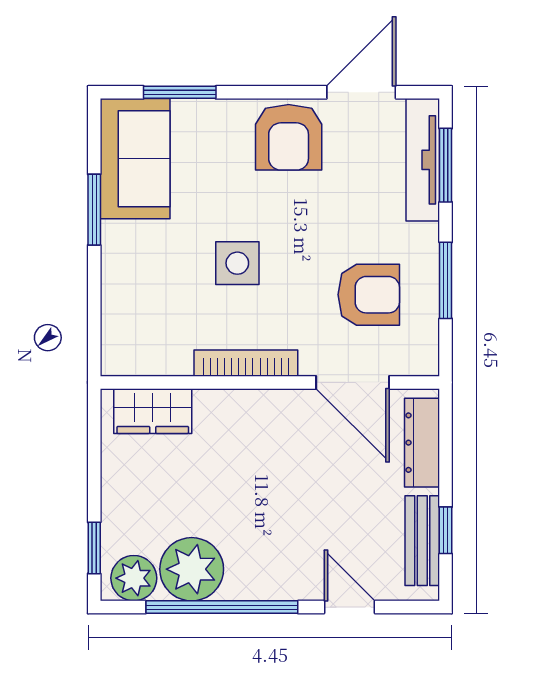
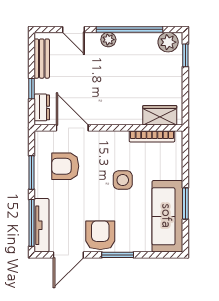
window: (180, 92) -> (118, 255), moved
sofa: (135, 159) -> (167, 216), width x1.36
window: (446, 165) -> (32, 223), width x1.44
bookcase: (246, 363) -> (152, 136), moved
dresser: (422, 443) -> (42, 107), width x0.70
window: (446, 530) -> (32, 89), moved
plant: (192, 569) -> (108, 40), moved, width x0.53, depth x0.53

